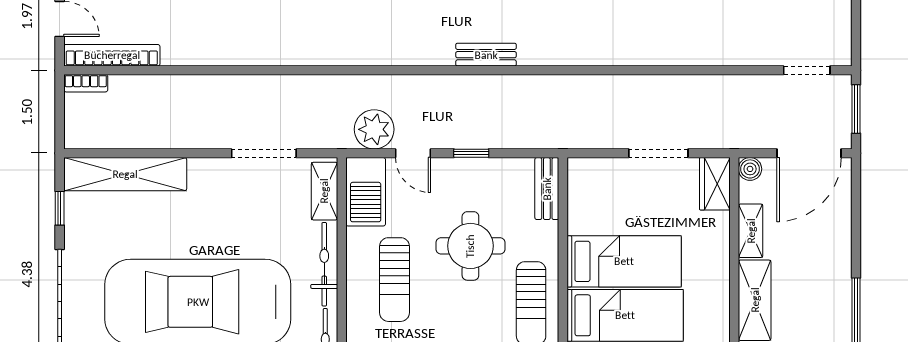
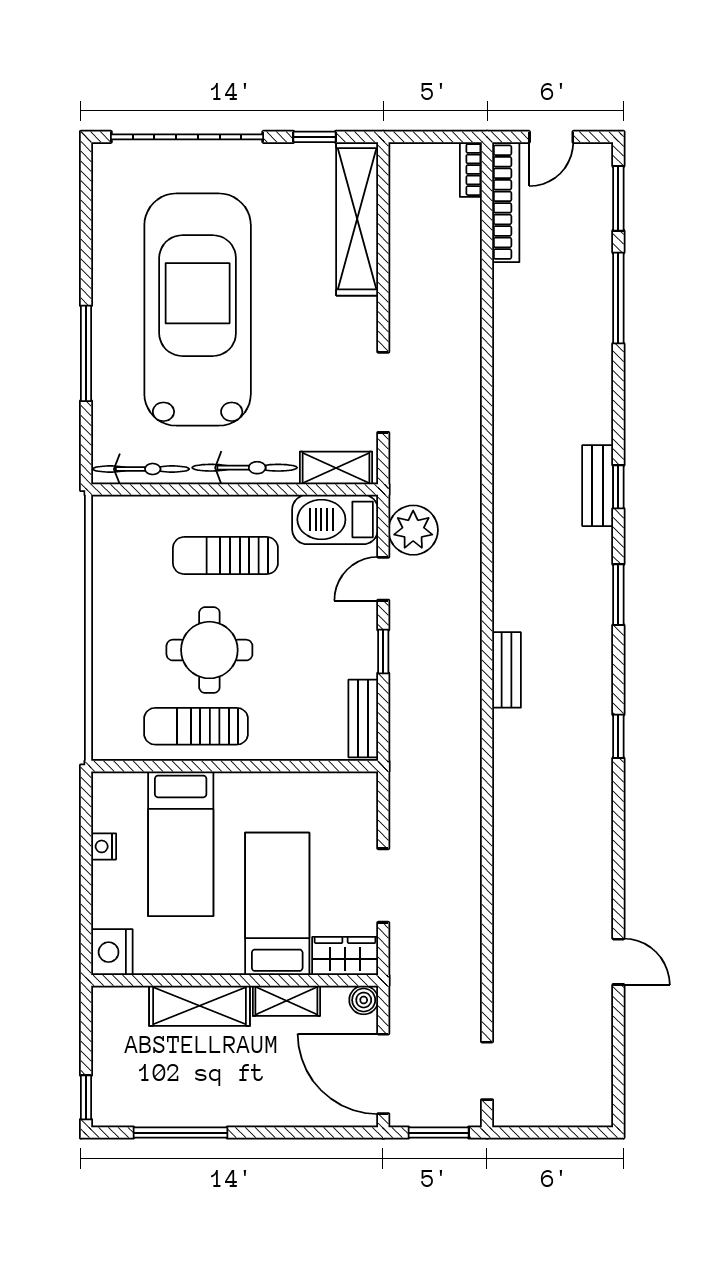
bench: (547, 189) -> (363, 718), moved, turned 90
round table: (470, 246) -> (209, 650), moved
bed: (624, 261) -> (277, 904), moved, turned 180

